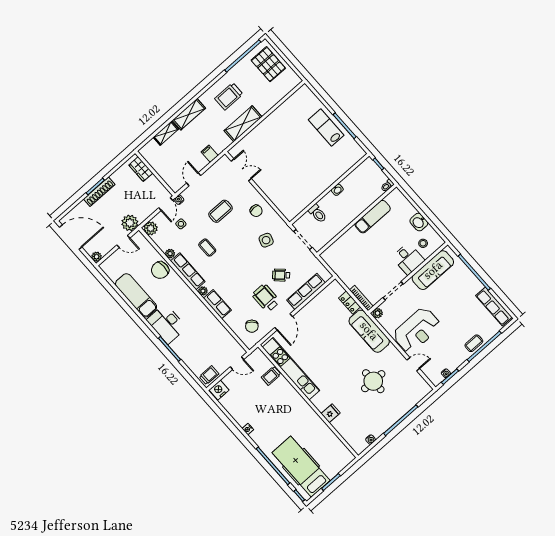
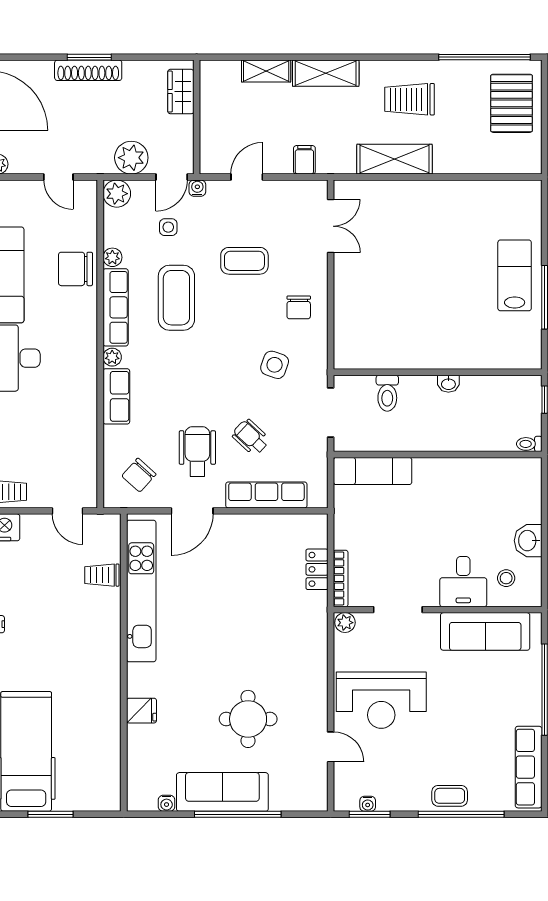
exam couch: (373, 217) -> (373, 471), moved
plant: (130, 223) -> (131, 158), moved
coffee table: (207, 248) -> (176, 298), width x1.86, depth x1.72
sofa: (369, 331) -> (222, 792), moved, turned 90

